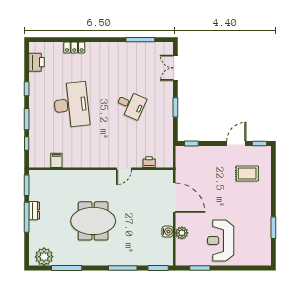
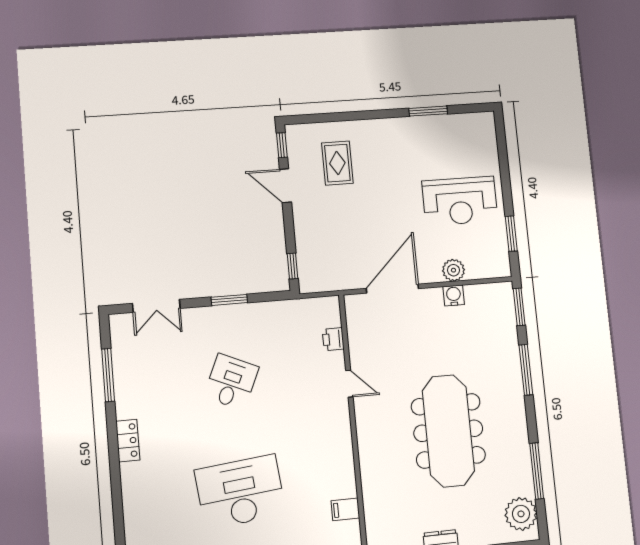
locker: (74, 47) -> (128, 441), moved
meeting table: (93, 221) -> (448, 431), width x1.36

